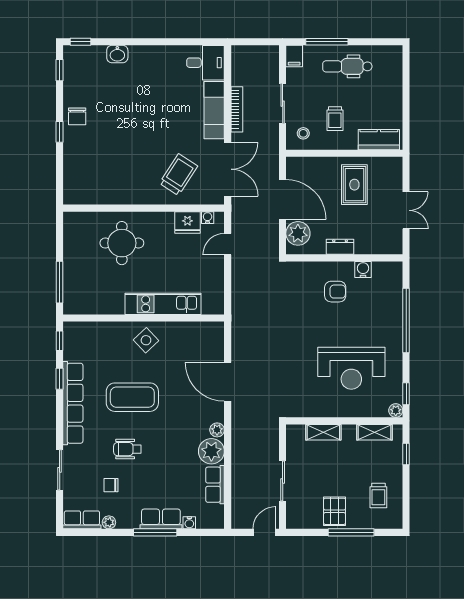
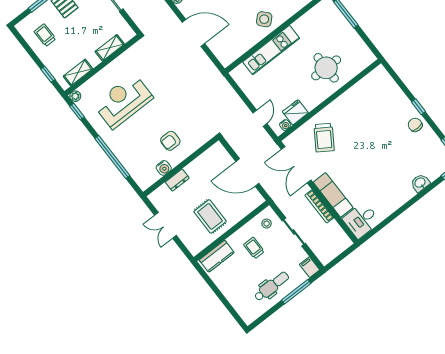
plant: (298, 233) -> (221, 159), removed
dresser: (340, 247) -> (177, 180), moved

